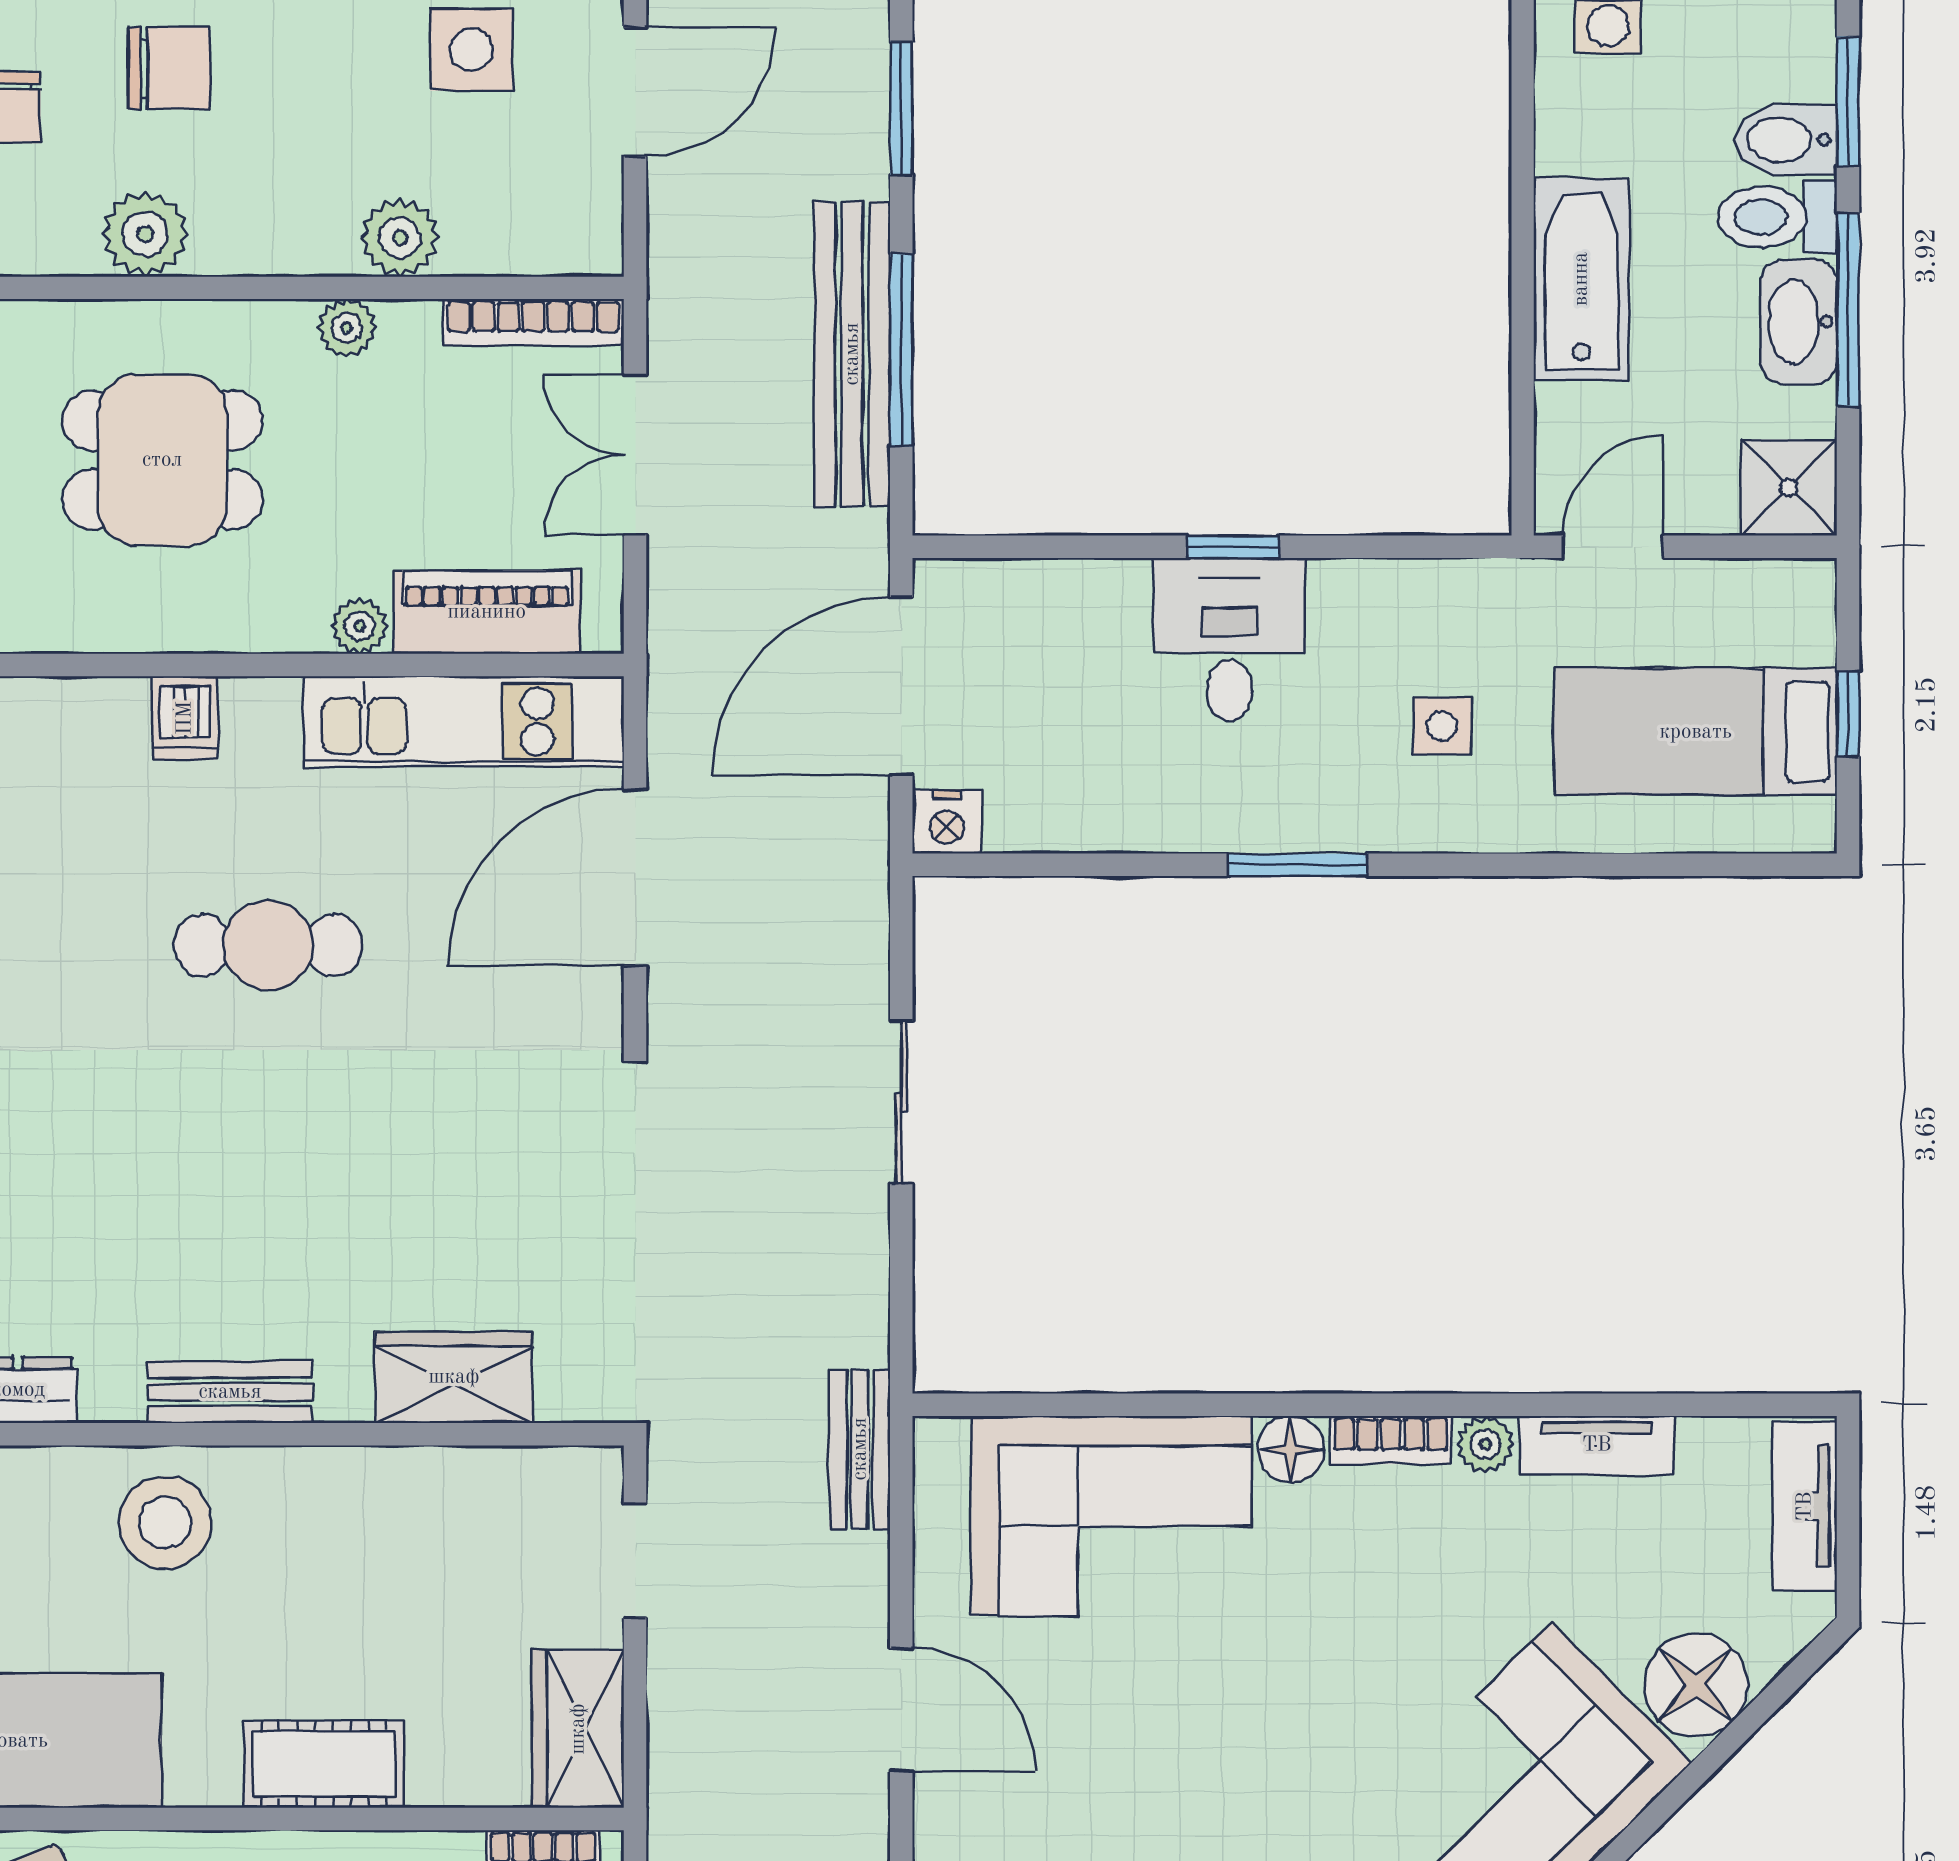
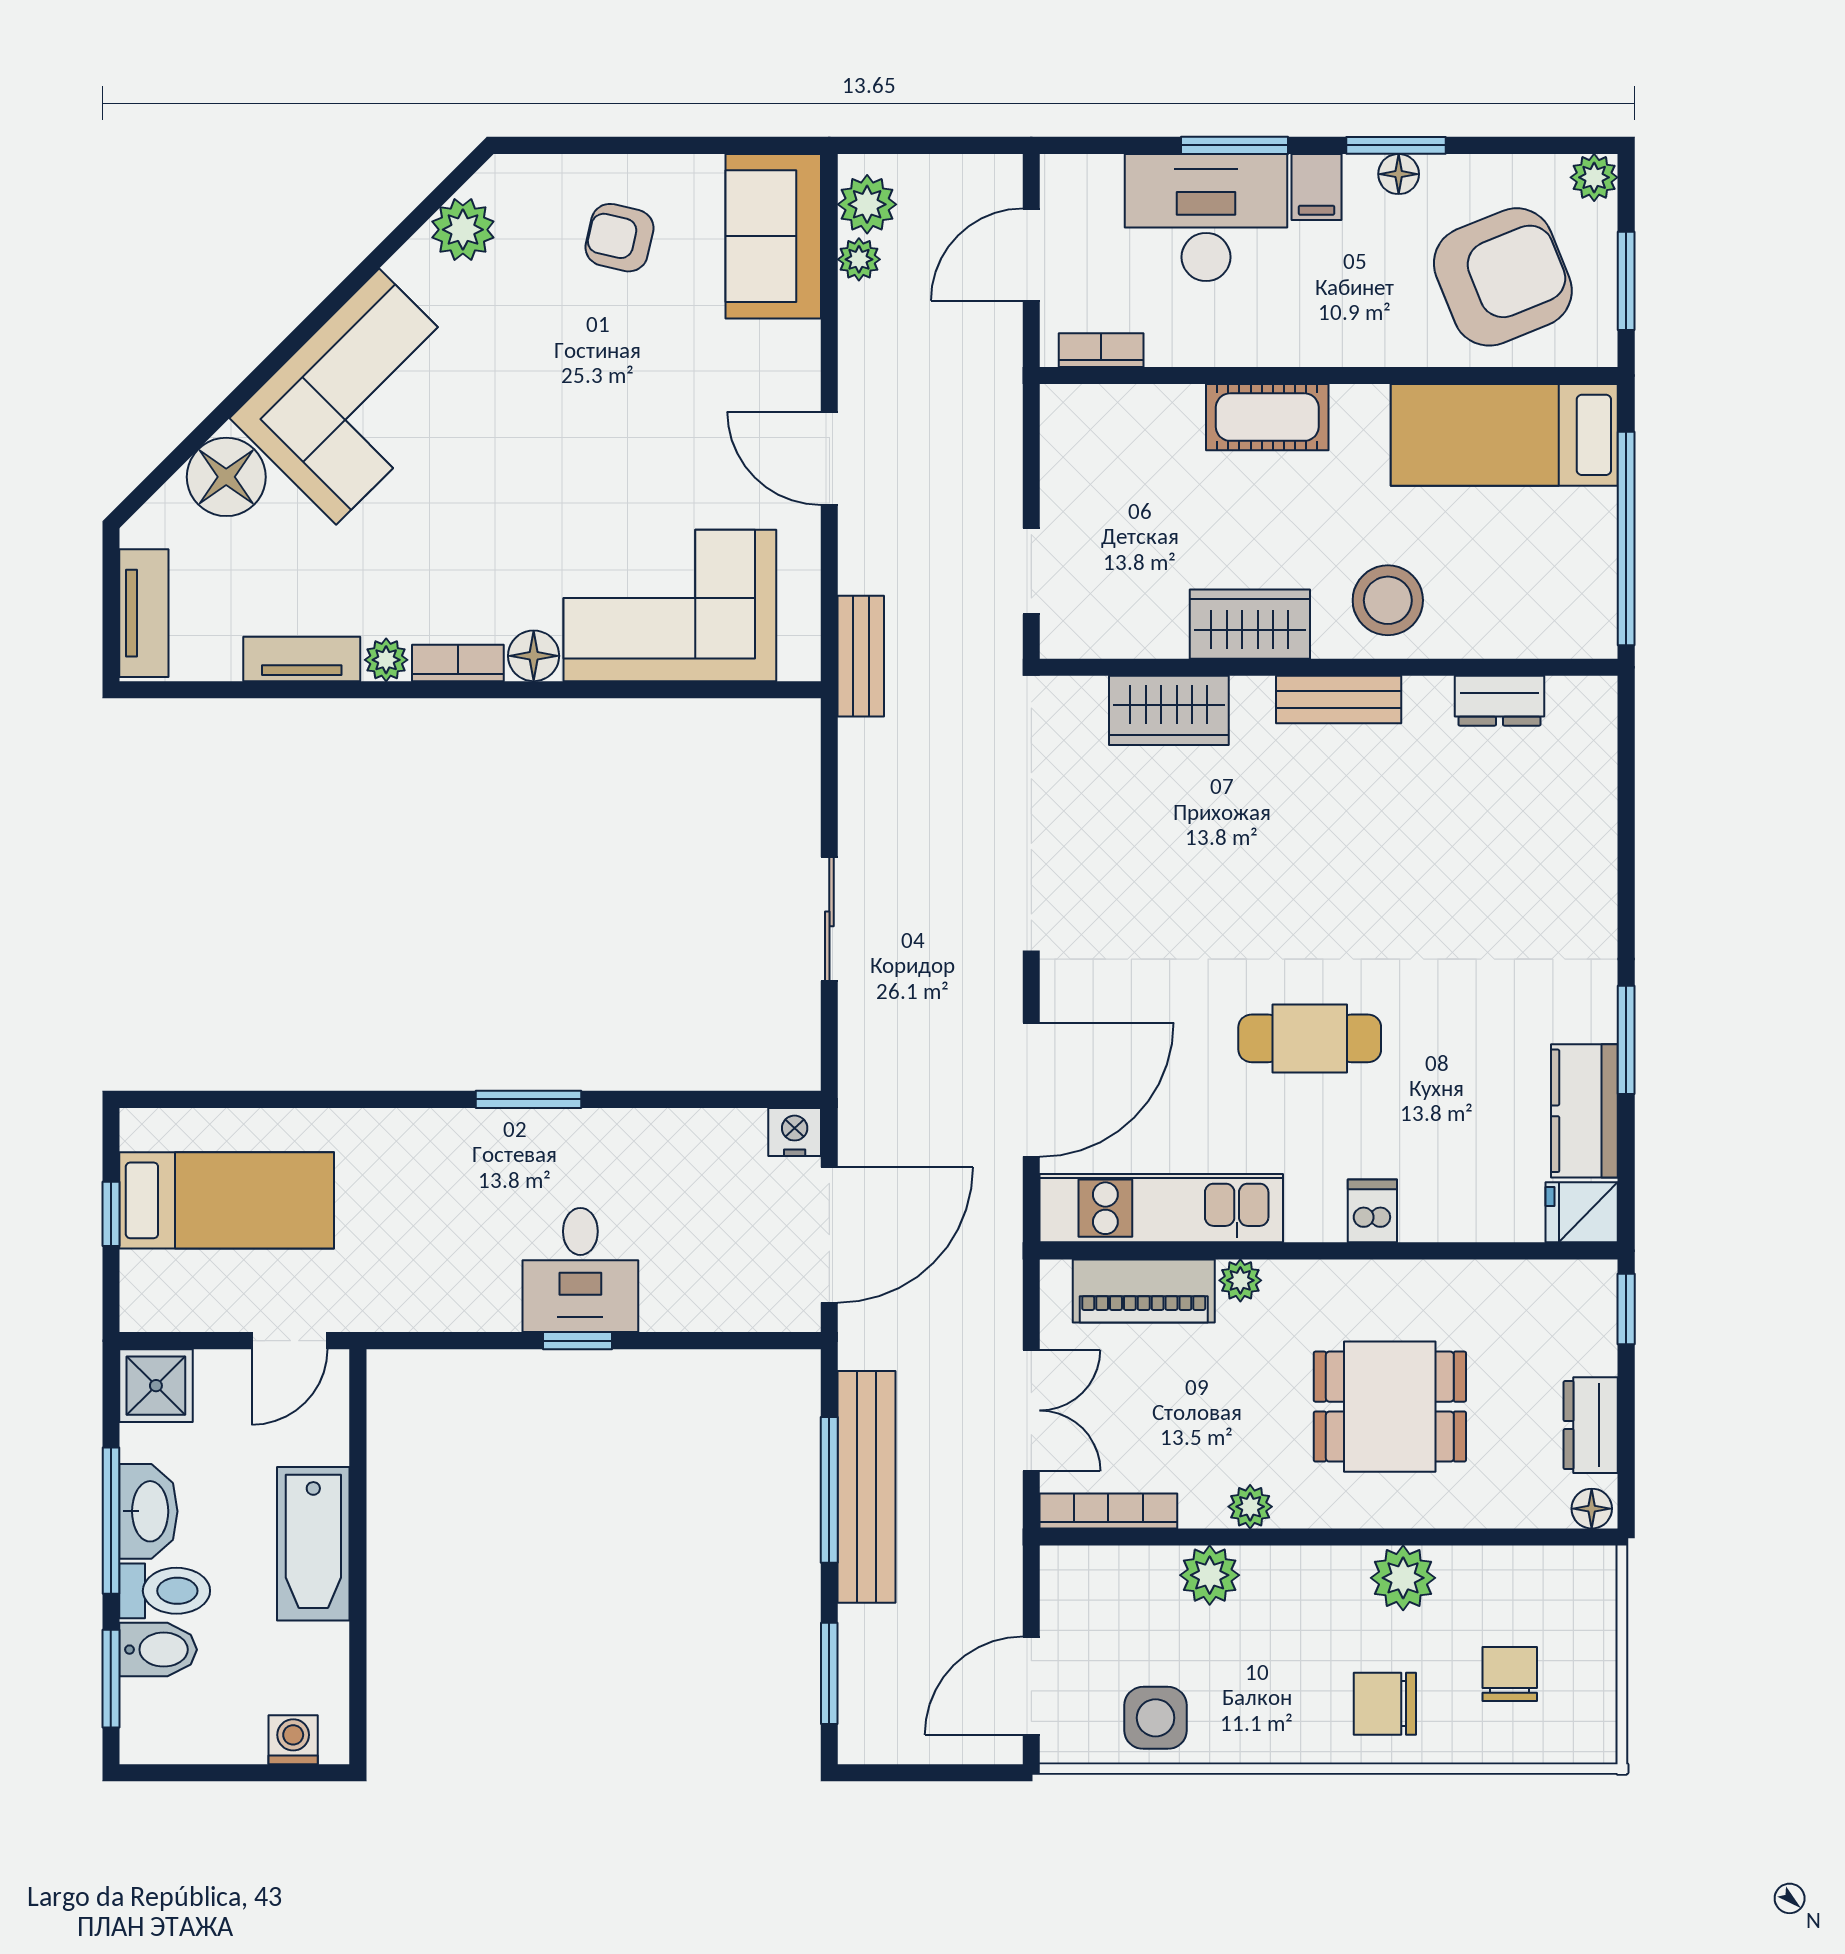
side table: (1442, 726) -> (419, 1205), removed
wardrobe: (578, 1729) -> (1250, 624), moved, turned -90

